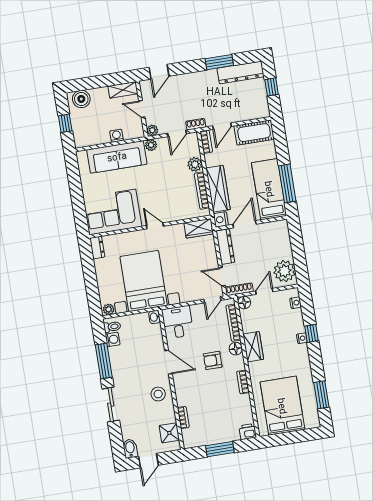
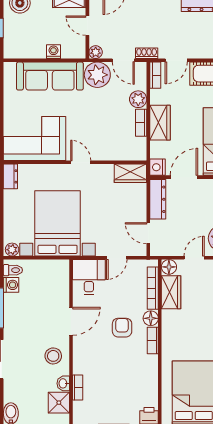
door: (177, 133) -> (123, 60), hinge flipped
plant: (151, 145) -> (97, 75), width x1.88, depth x1.88
wardrobe: (218, 189) -> (160, 123), width x0.67
bookcase: (202, 191) -> (141, 123), width x0.64
shoe rack: (239, 289) -> (166, 251), removed
door: (212, 300) -> (117, 258), moved
washbasin: (154, 317) -> (63, 383), moved
wardrobe: (253, 347) -> (171, 292), moved
armchair: (213, 360) -> (122, 328), turned 90
door: (168, 362) -> (71, 321), hinge flipped
bookcase: (243, 382) -> (153, 341), moved

